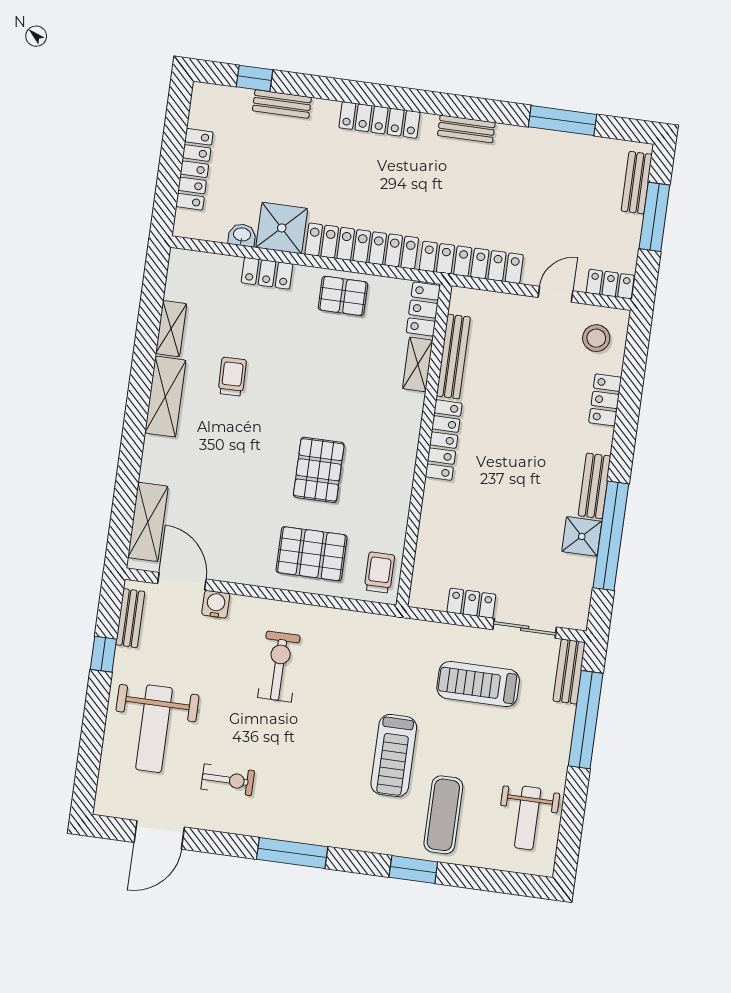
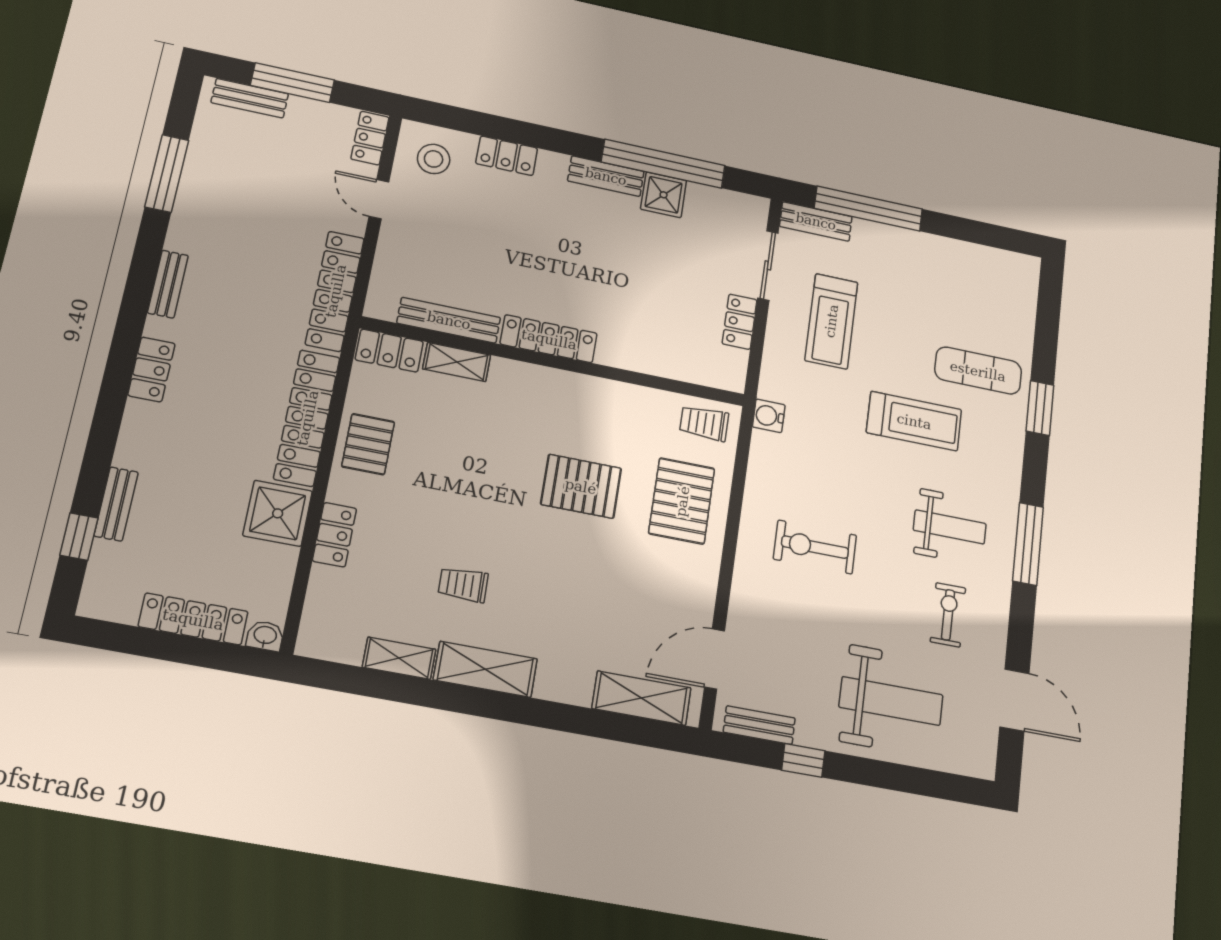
locker: (380, 120) -> (151, 369), width x0.66
washbasin: (242, 235) -> (265, 636), moved, turned 90
water cooler: (216, 604) -> (769, 416), moved
weight bench: (528, 818) -> (950, 527), moved

